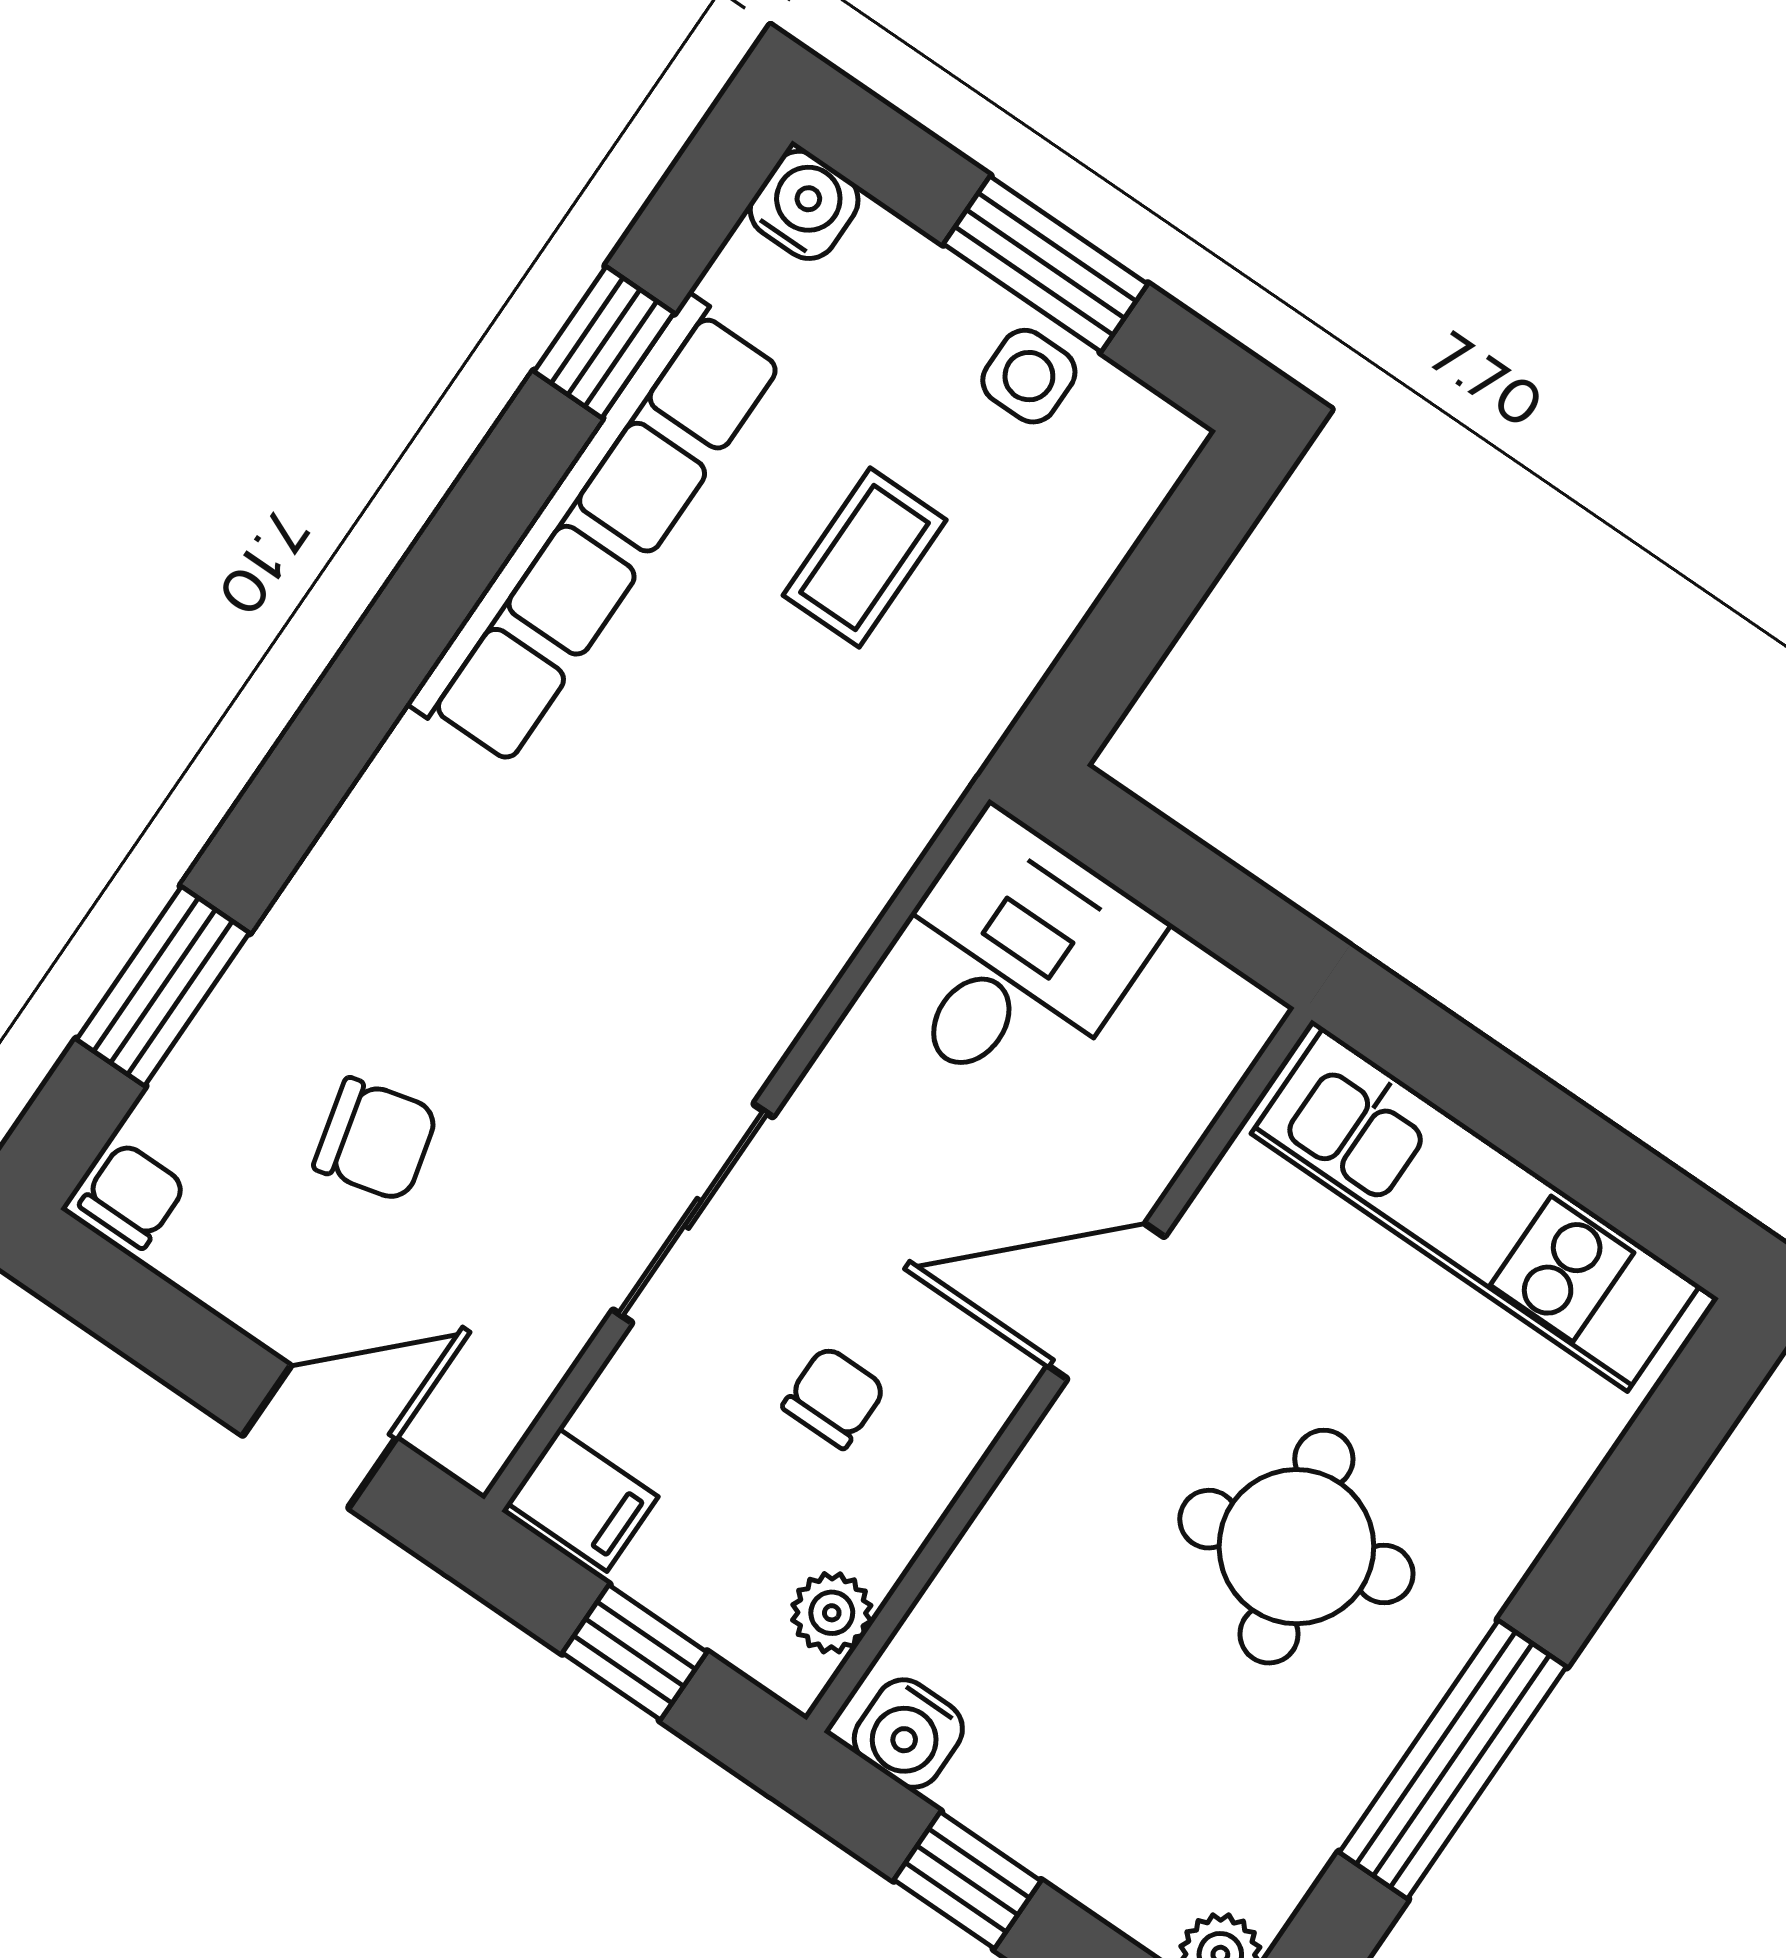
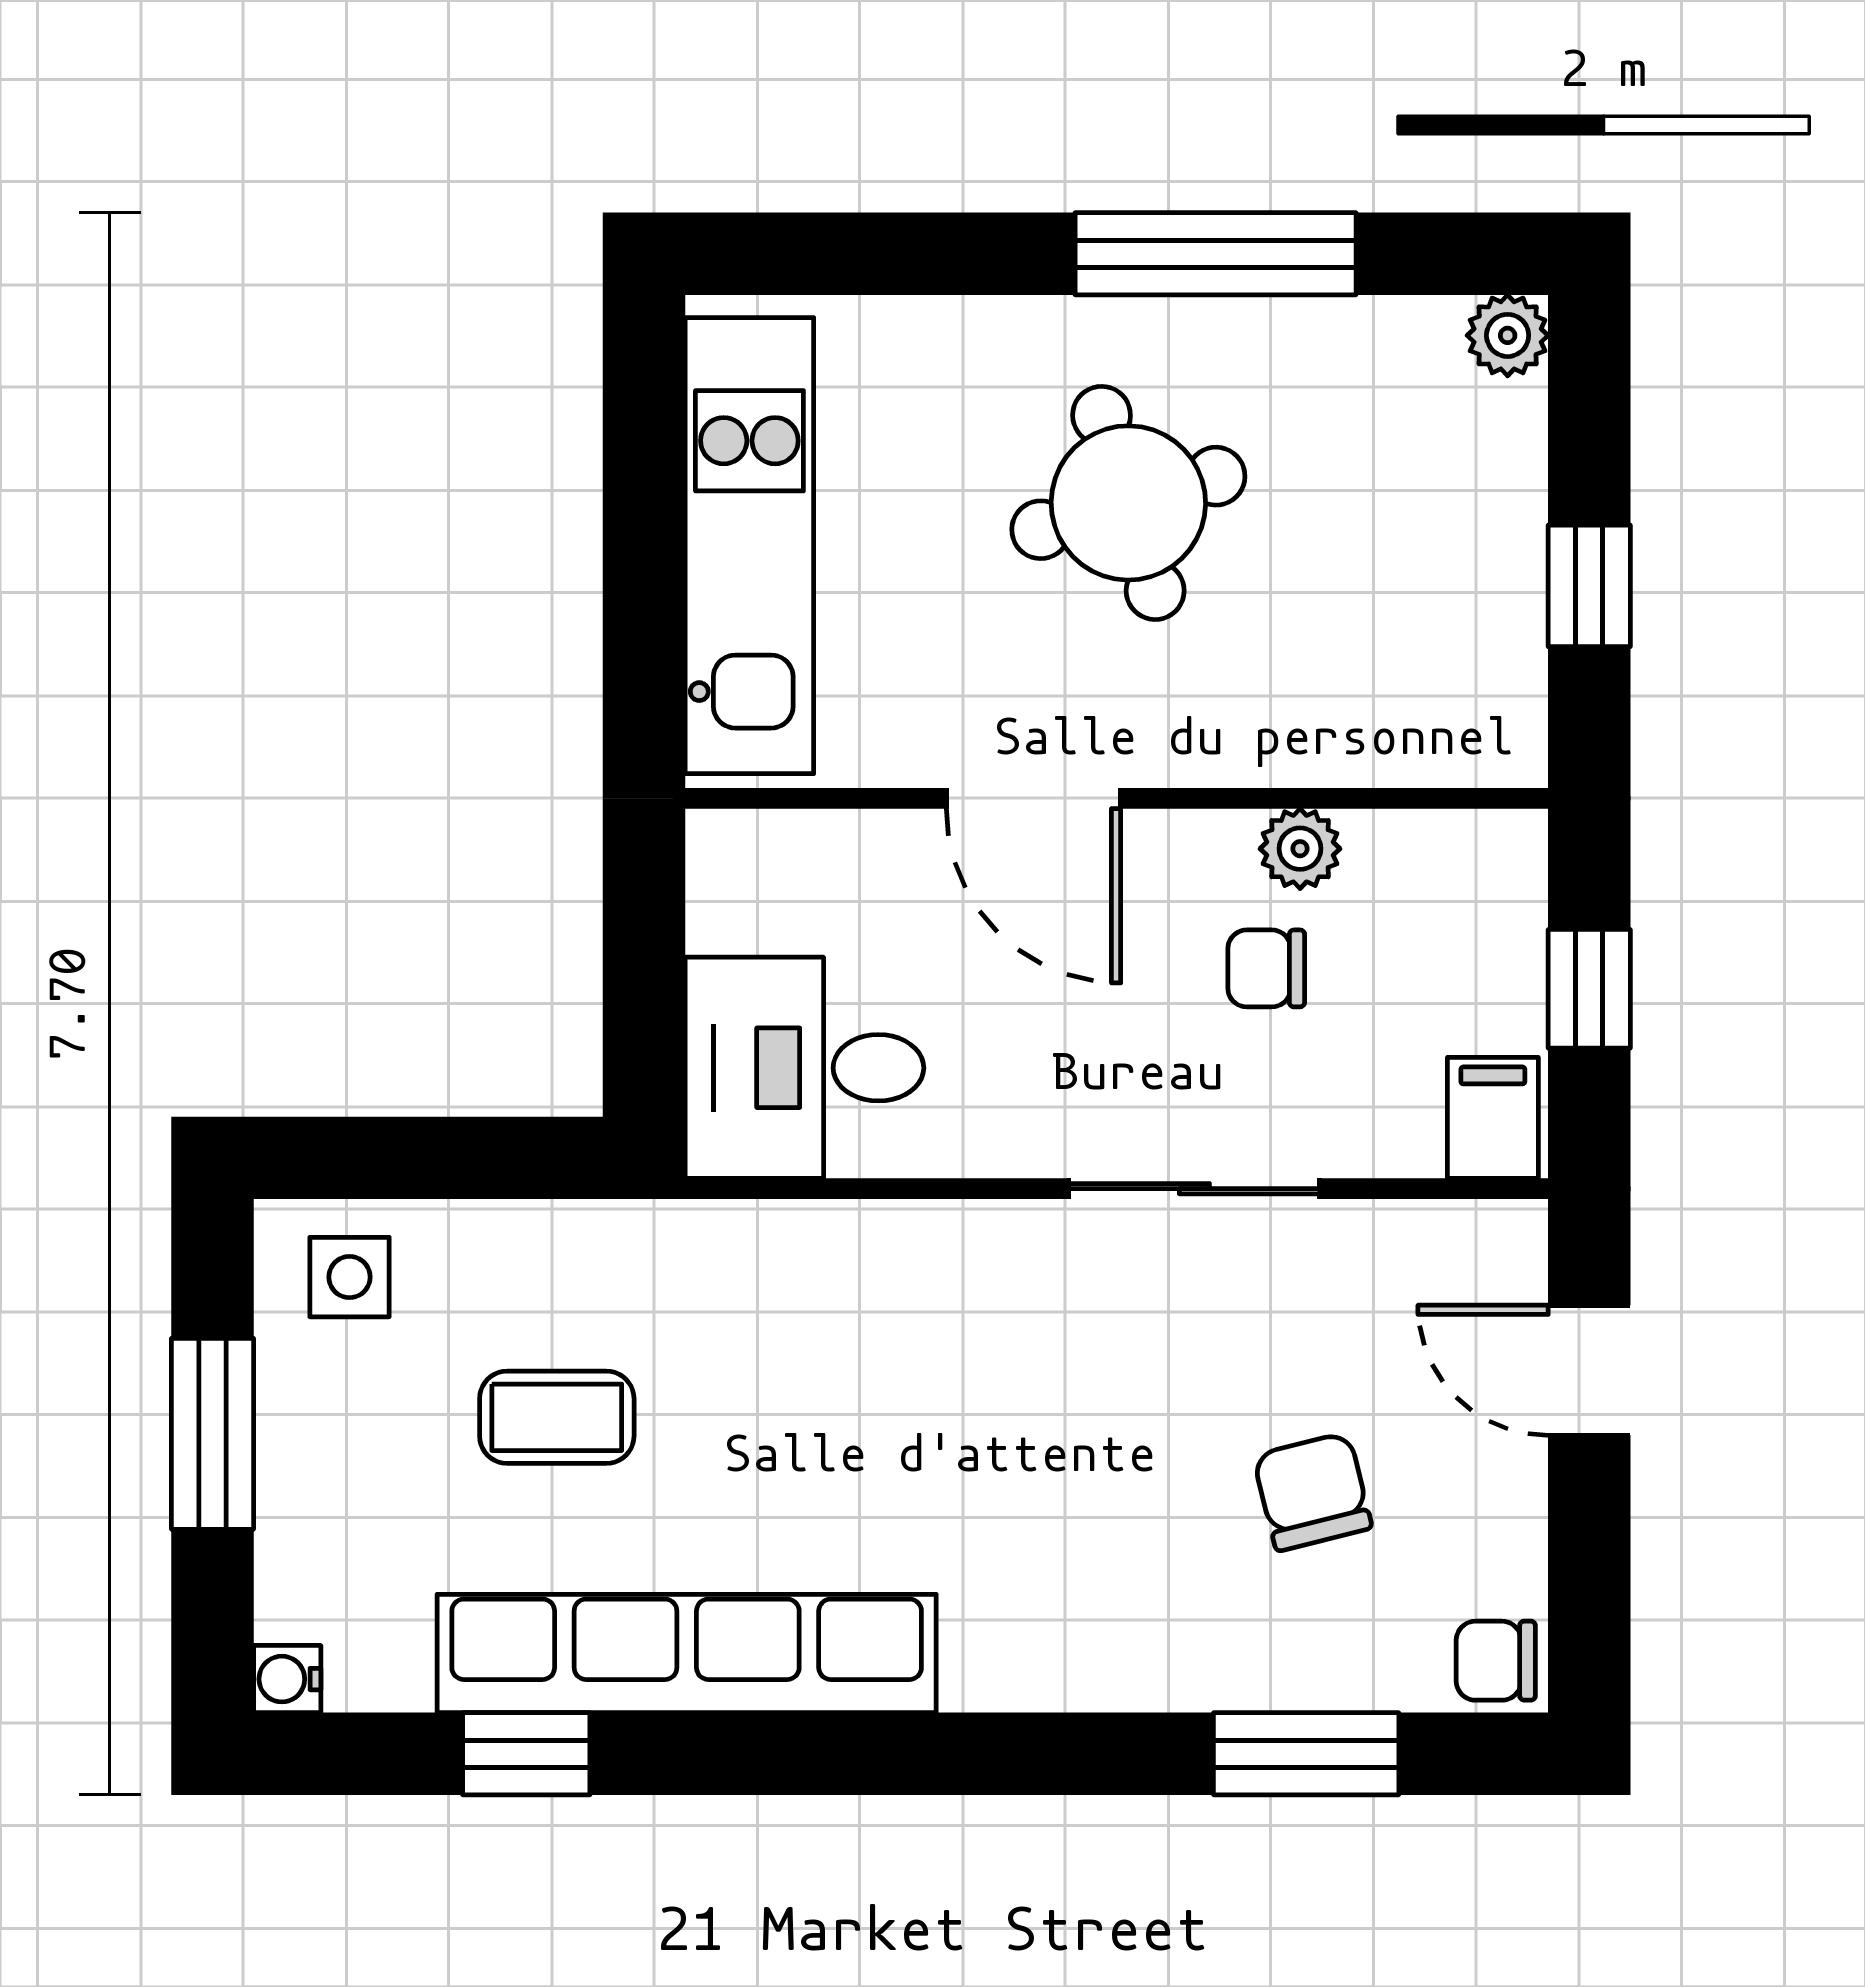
water cooler: (804, 205) -> (287, 1679), width x0.72, depth x0.72
side table: (1029, 376) -> (349, 1277), moved
plant: (832, 1613) -> (1300, 849), moved
water cooler: (908, 1734) -> (1502, 717), removed

